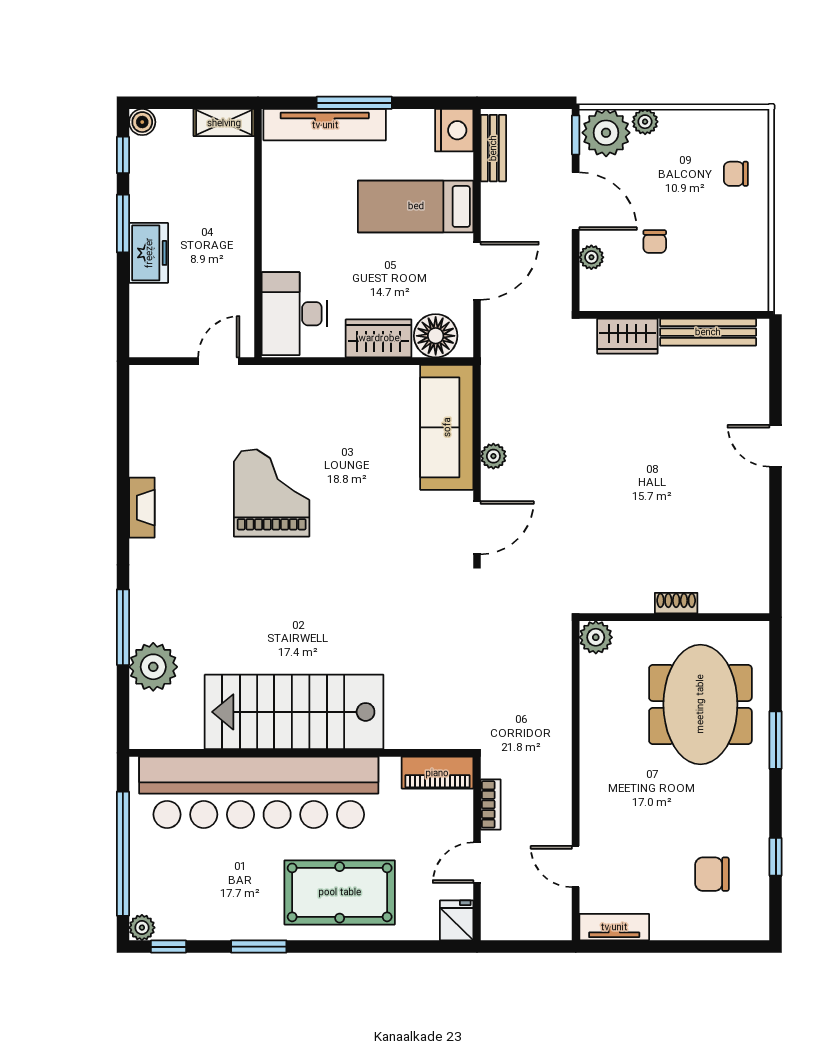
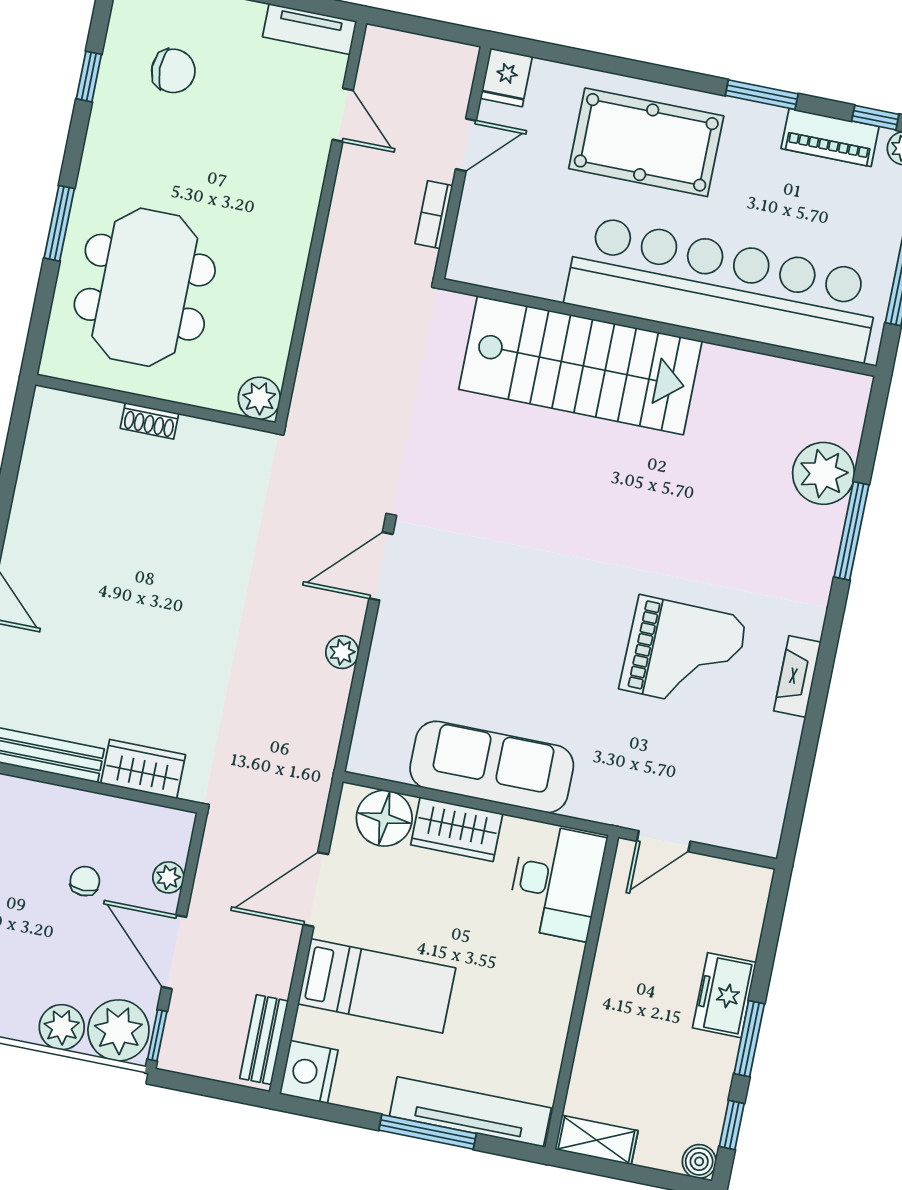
plant: (645, 122) -> (62, 1027), width x1.38, depth x1.38
sofa: (447, 427) -> (492, 767), moved, turned -90
grand piano: (272, 493) -> (683, 653), moved, turned -89
stairs: (294, 712) -> (580, 365), moved
piano: (437, 773) -> (830, 138), moved, turned 180

